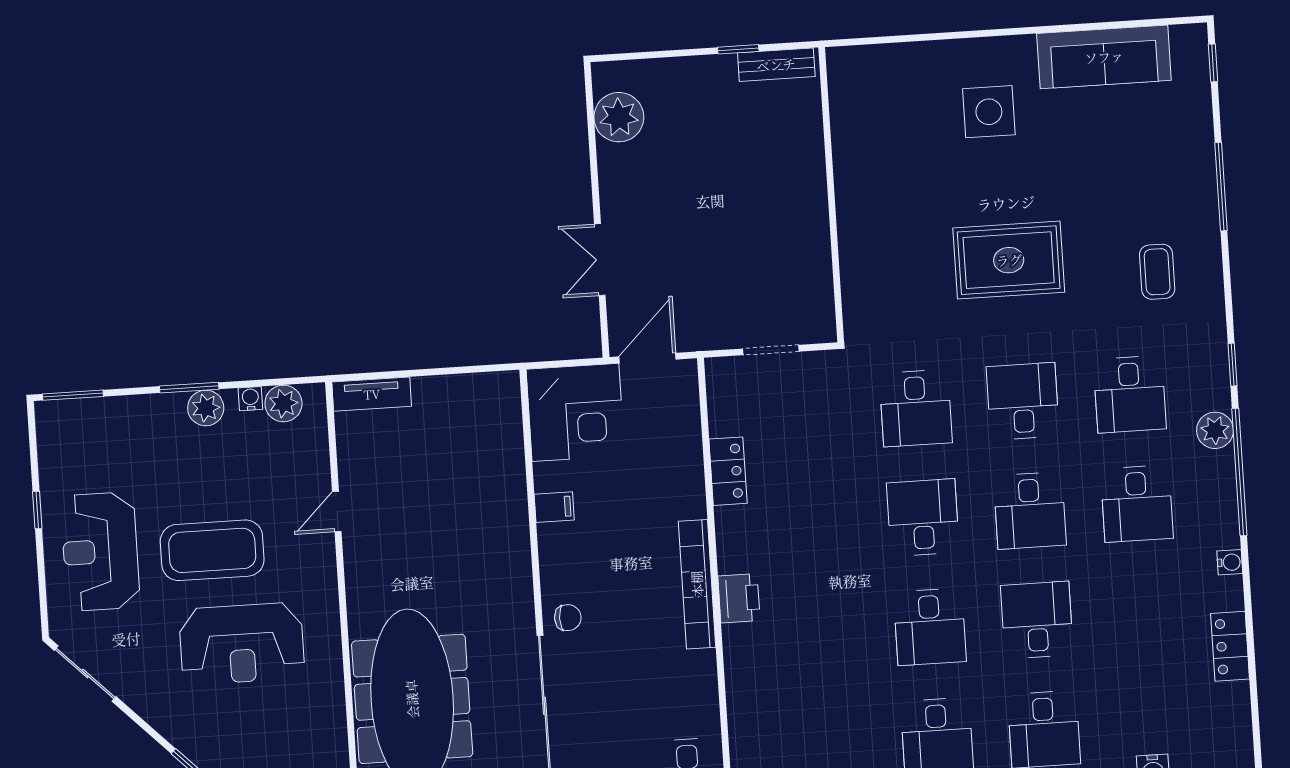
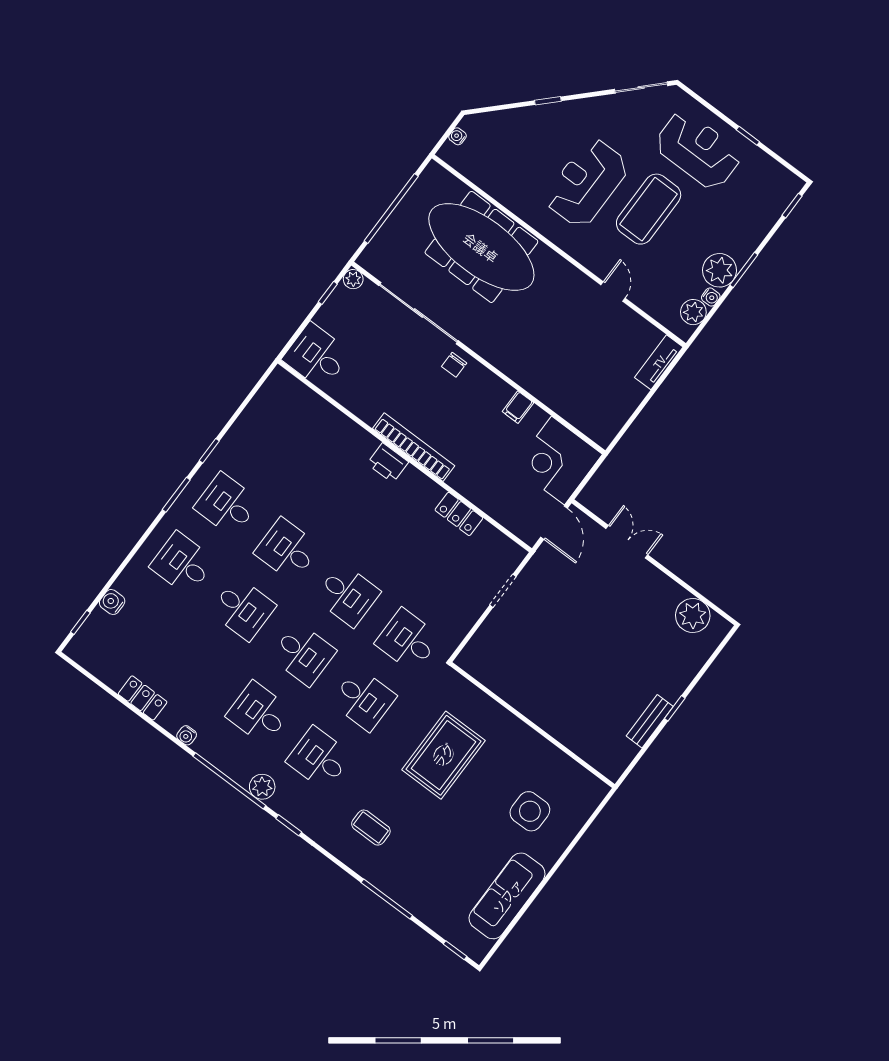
wall: (831, 195) -> (532, 725), moved
window: (73, 395) -> (792, 206), width x0.67
plant: (206, 408) -> (720, 270), width x1.36, depth x1.36
desk: (1030, 511) -> (303, 654), turned 180

